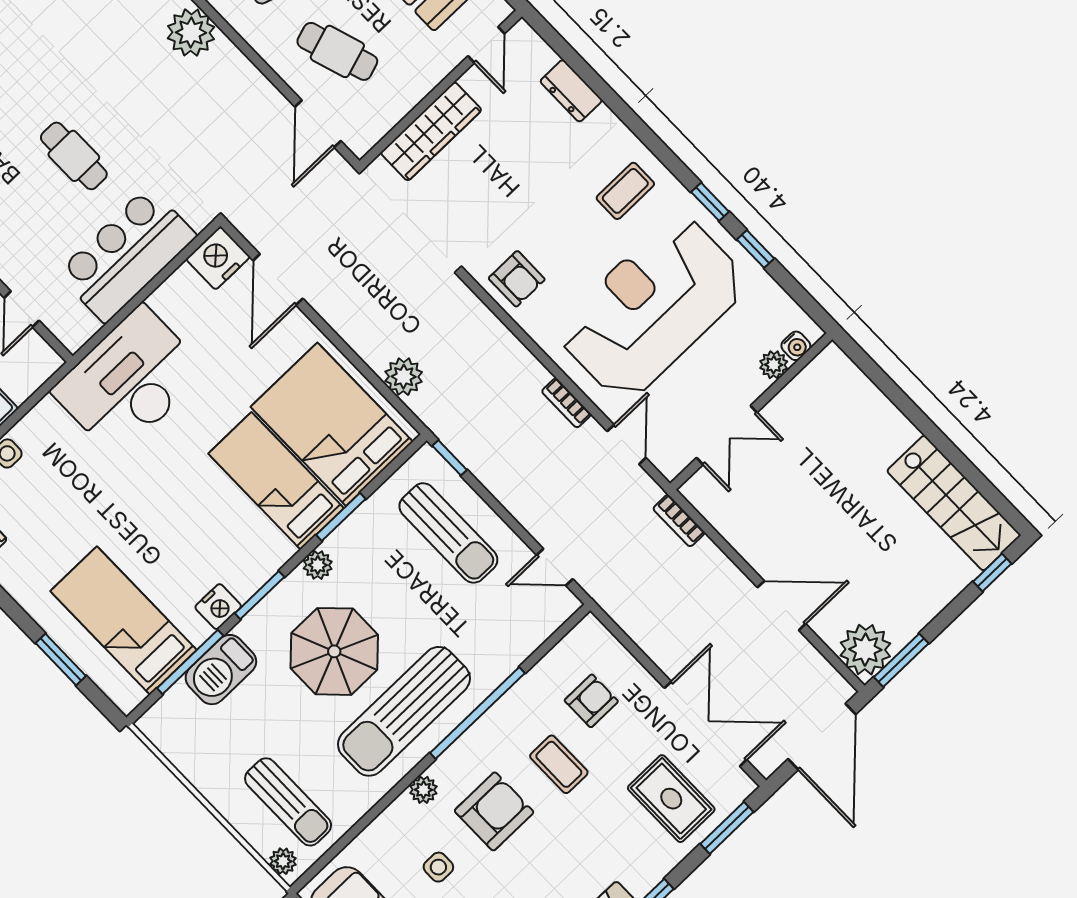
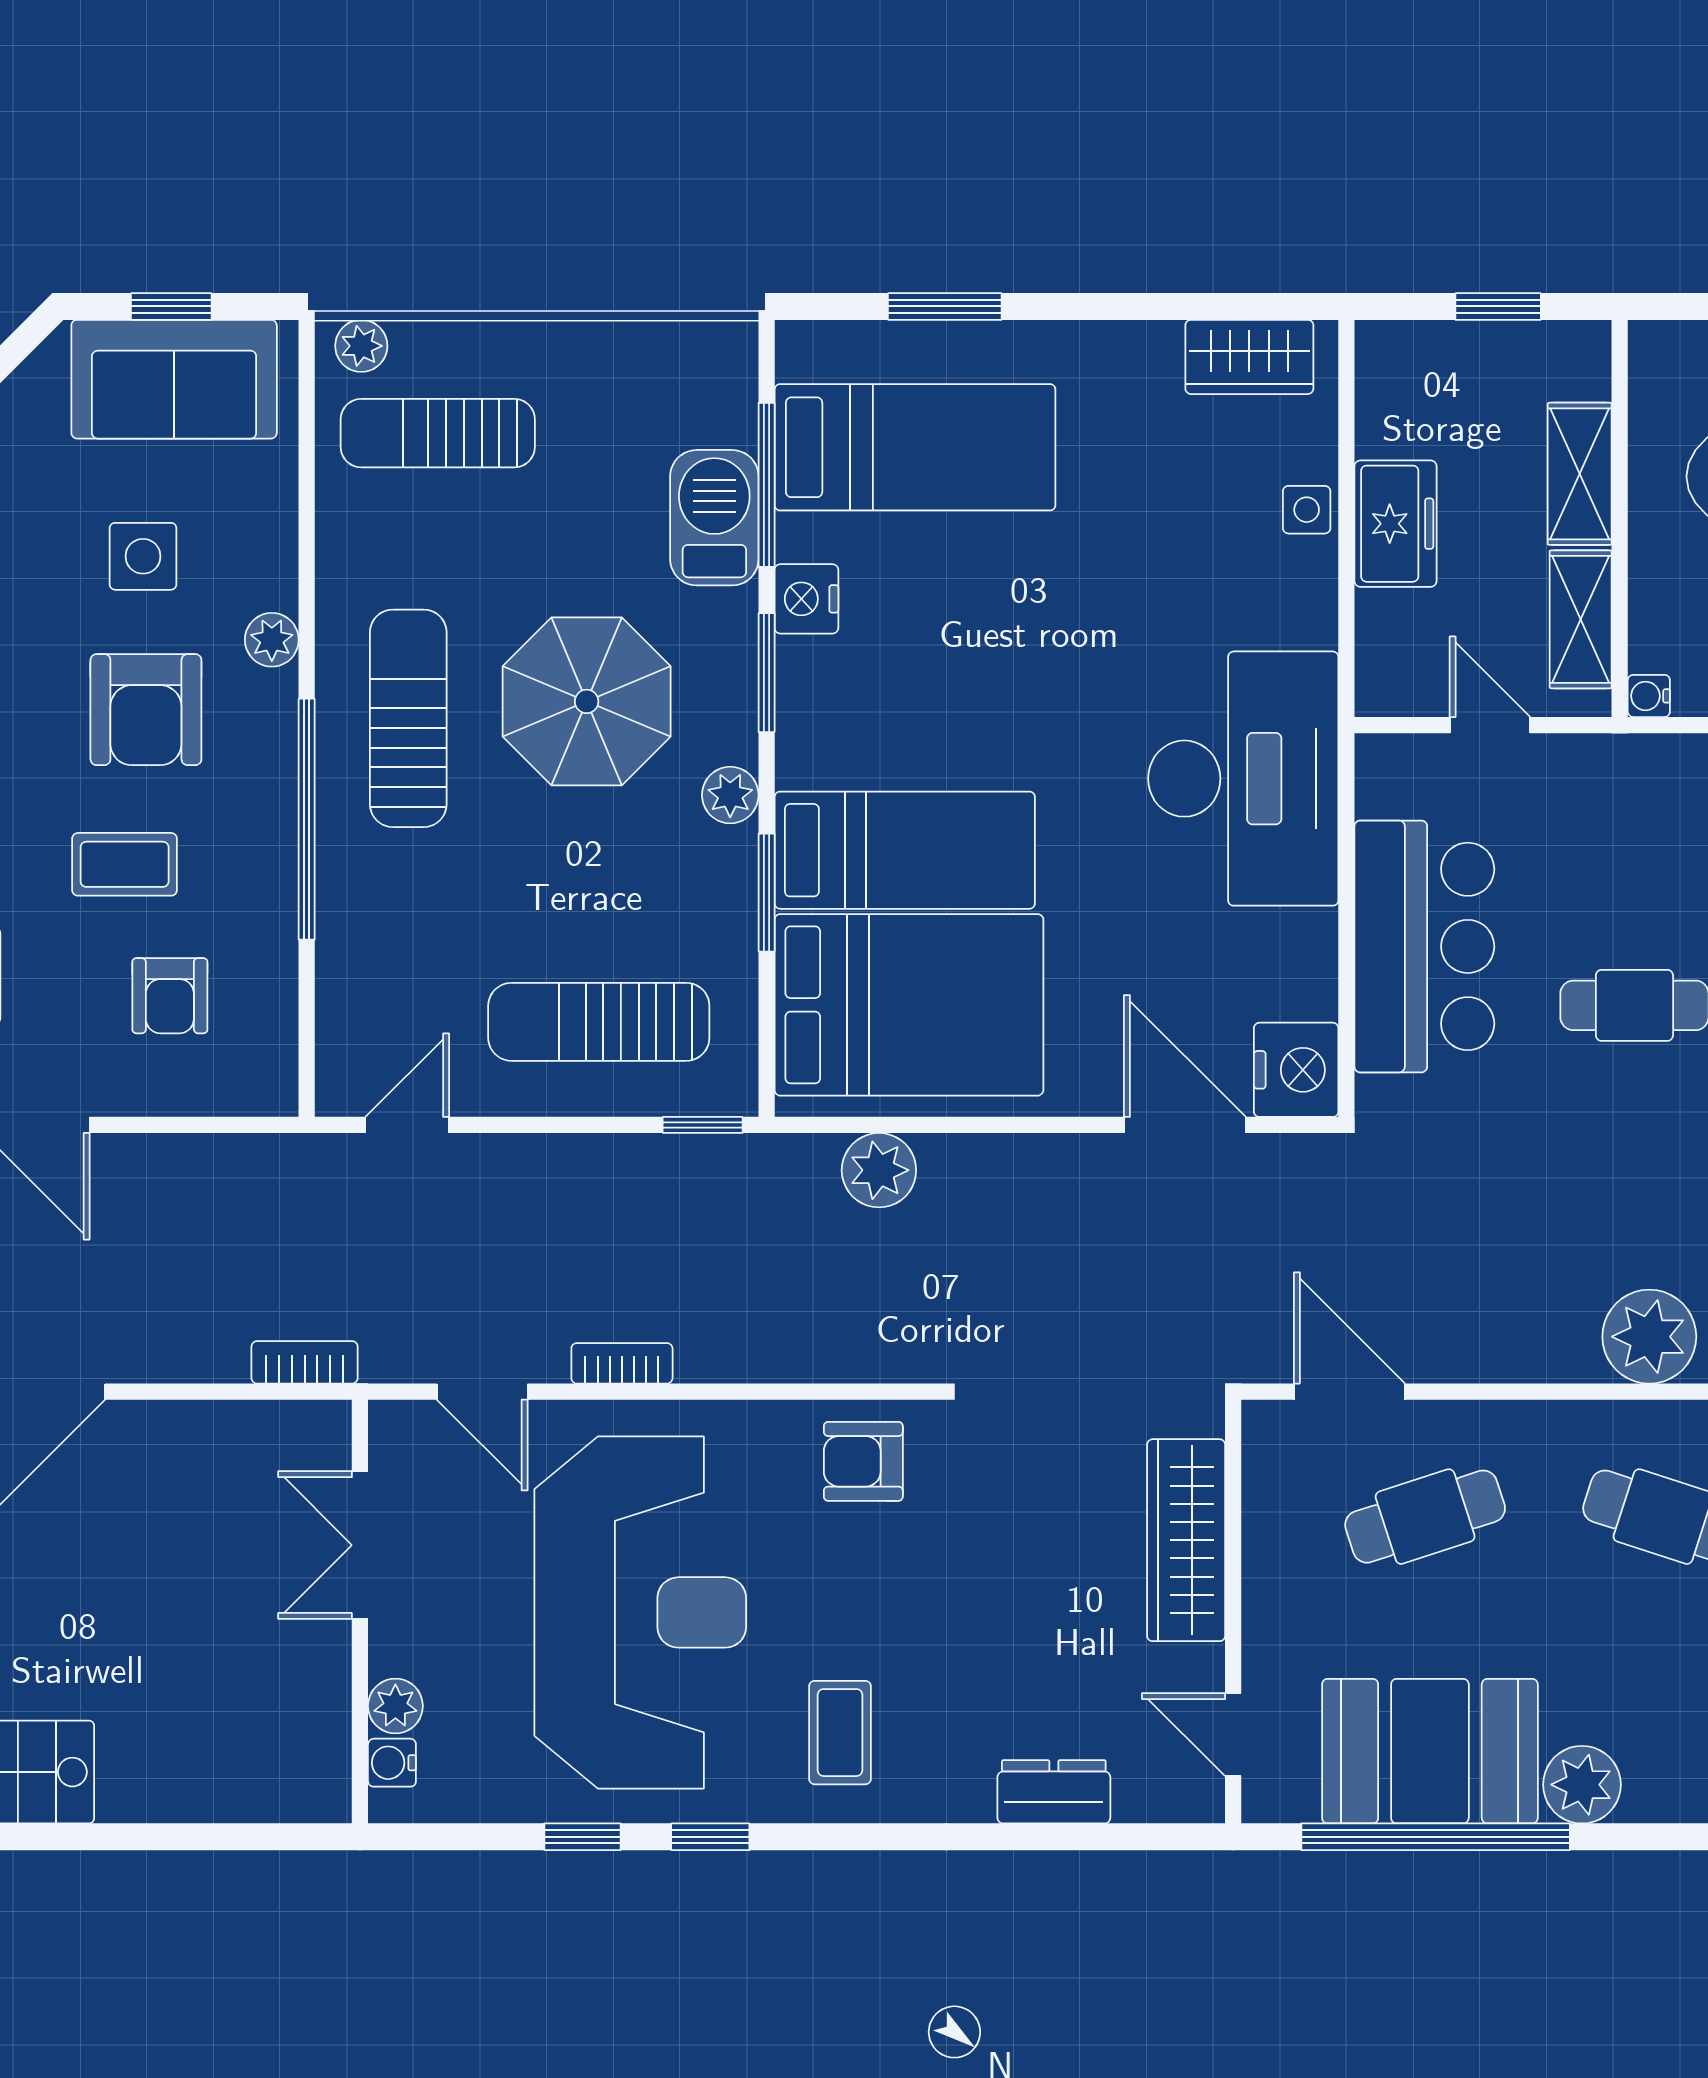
sun lounger: (404, 711) -> (408, 718), width x0.73, depth x0.75
side table: (438, 867) -> (143, 556), width x1.37, depth x1.37

